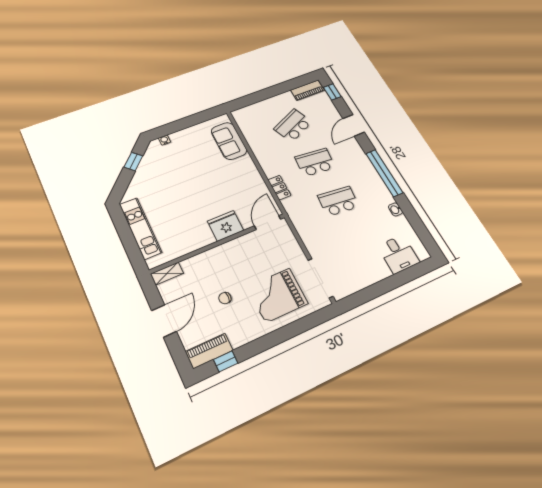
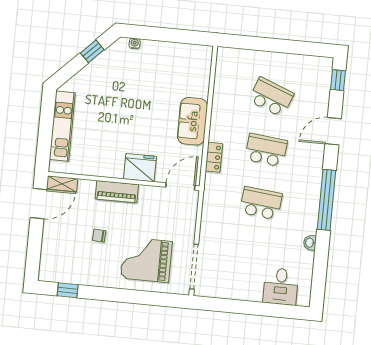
piano: (307, 90) -> (313, 64), removed
school desk: (293, 125) -> (271, 97), turned 45
sofa: (229, 141) -> (192, 121), moved
door: (164, 321) -> (38, 204), moved
piano: (209, 351) -> (117, 192), moved, turned 180

